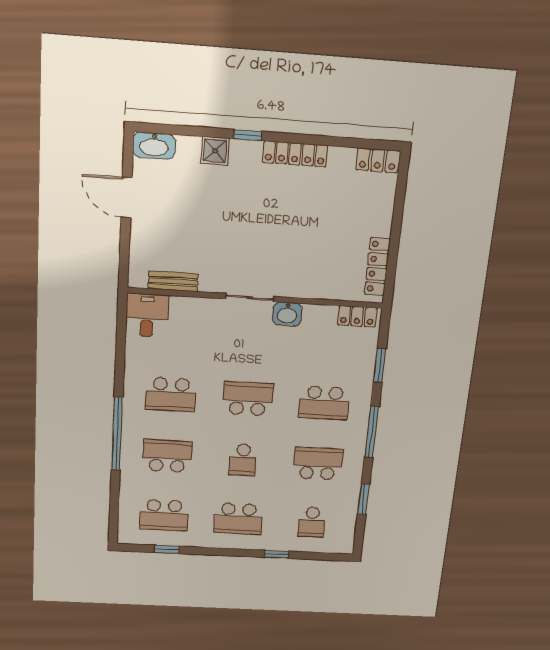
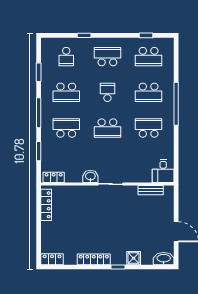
school desk: (164, 515) -> (149, 57), turned 180
school desk: (312, 522) -> (66, 57), turned 180

